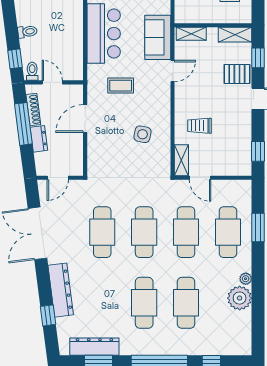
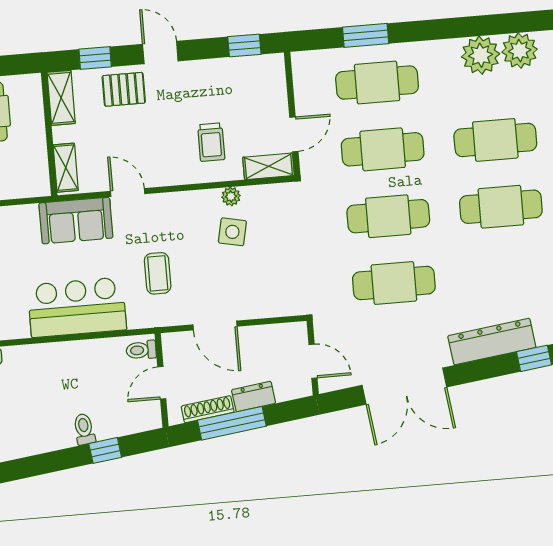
window: (15, 59) -> (105, 450), moved
toilet: (32, 71) -> (141, 350), moved
pallet: (237, 74) -> (124, 89), turned 90
plant: (165, 135) -> (231, 196), added
plant: (246, 279) -> (520, 51), moved, width x1.87, depth x1.87

